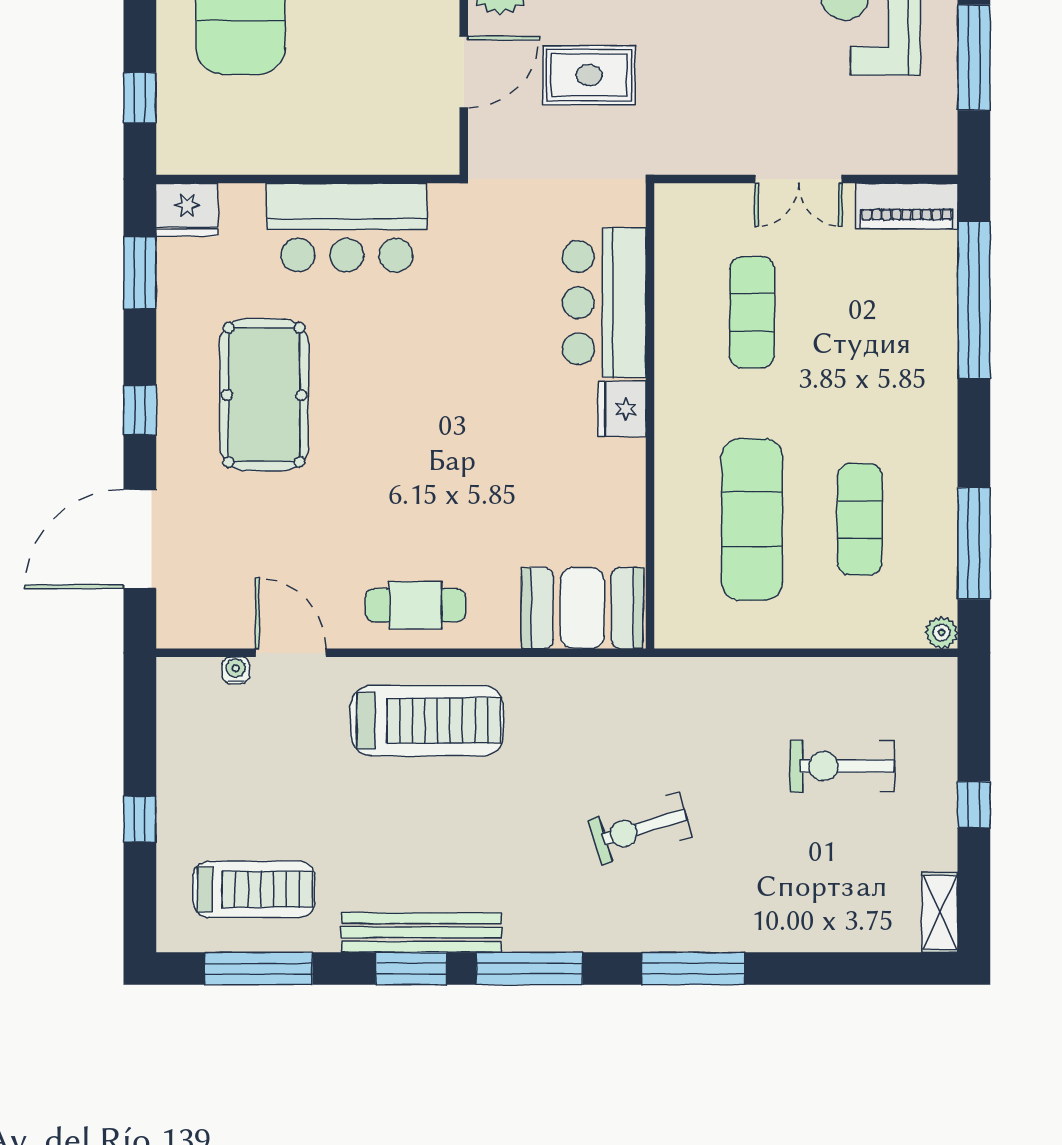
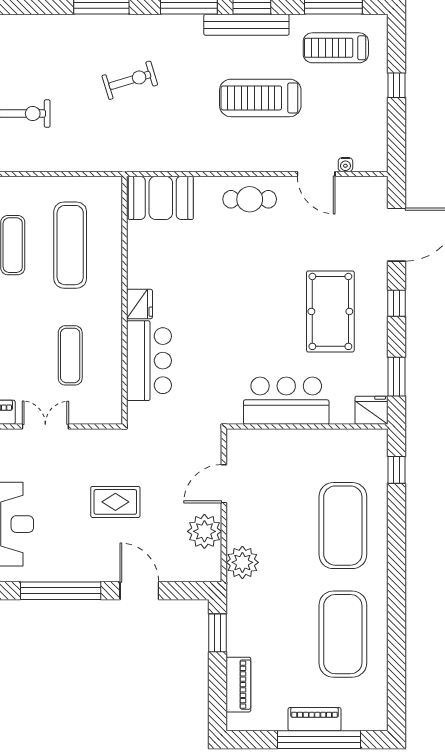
rug: (589, 75) -> (115, 502), moved
treadmill: (427, 721) -> (260, 98), moved

